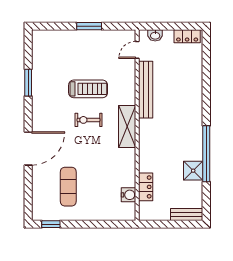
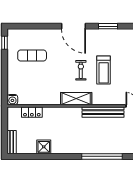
door: (28, 148) -> (73, 26), moved
window: (206, 154) -> (102, 156), moved
water cooler: (129, 195) -> (12, 100), moved

